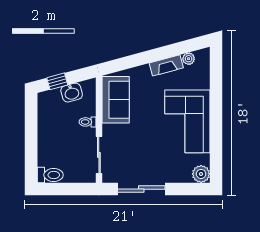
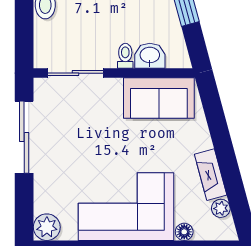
floor lamp: (204, 83) -> (184, 232), added
washbasin: (72, 93) -> (150, 56), moved, turned 105

